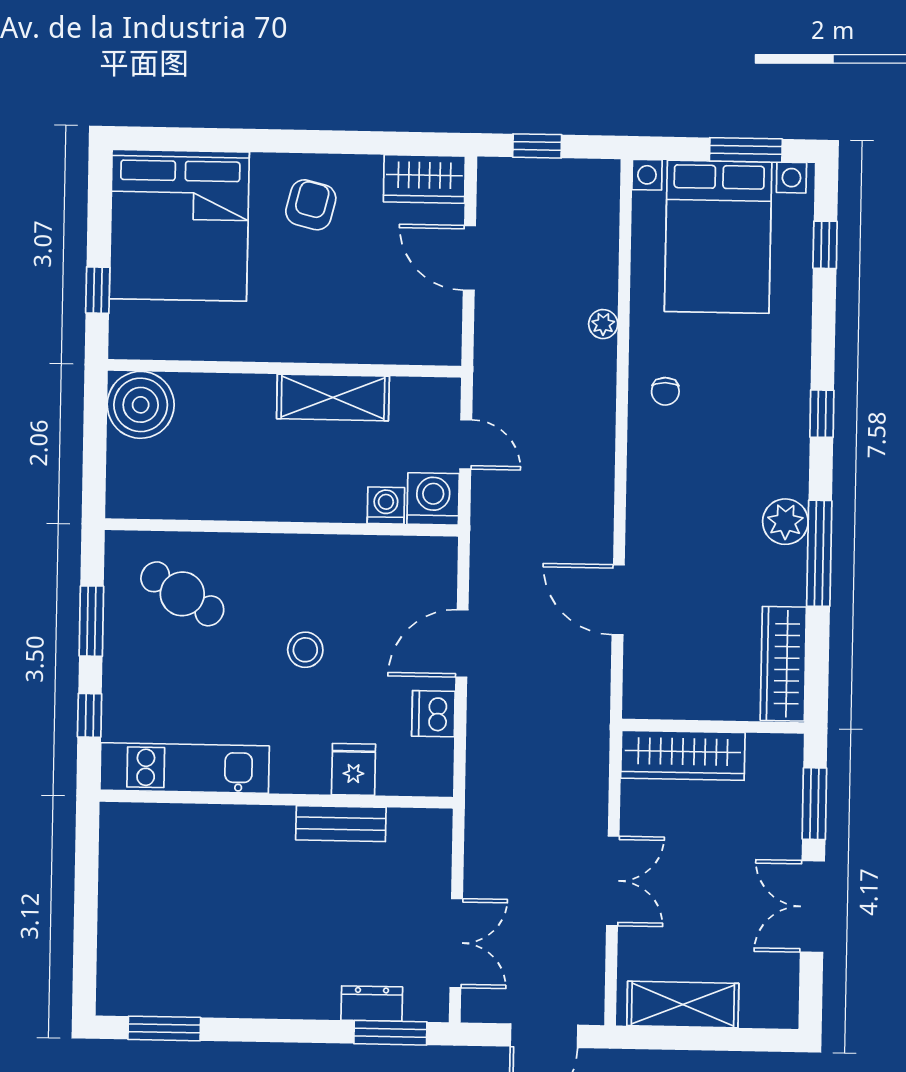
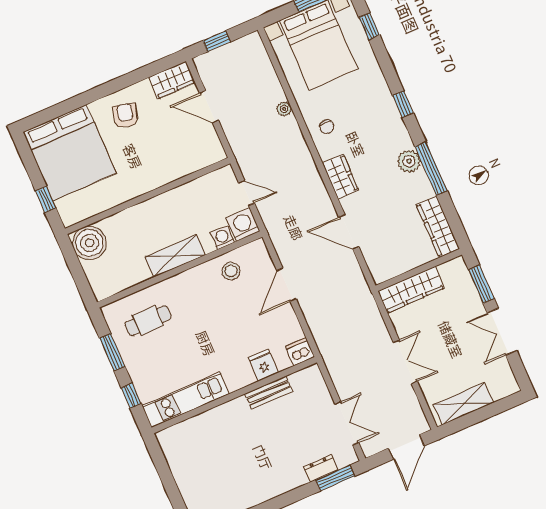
shelving: (333, 397) -> (175, 256), moved
wardrobe: (649, 493) -> (340, 177), added
cafe table: (182, 594) -> (148, 321), turned -31
stool: (305, 650) -> (231, 271), moved
dishwasher: (433, 714) -> (300, 352), moved, turned 90

